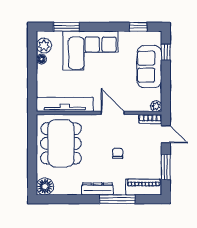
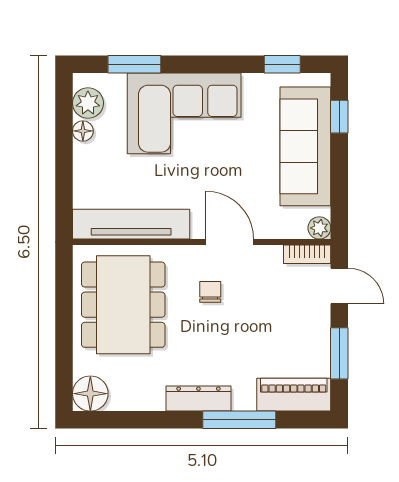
sofa: (149, 67) -> (305, 146), width x1.36
chair: (118, 153) -> (210, 292), moved

